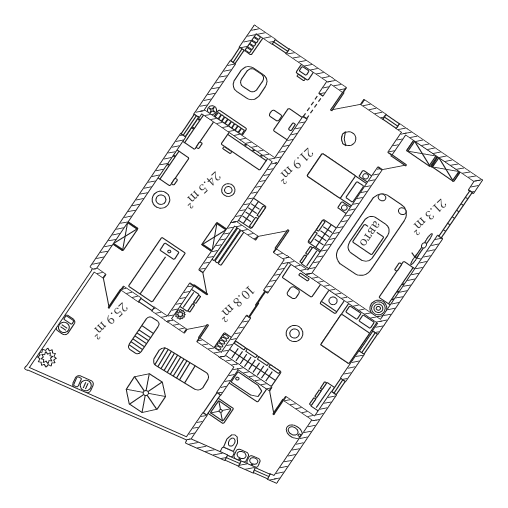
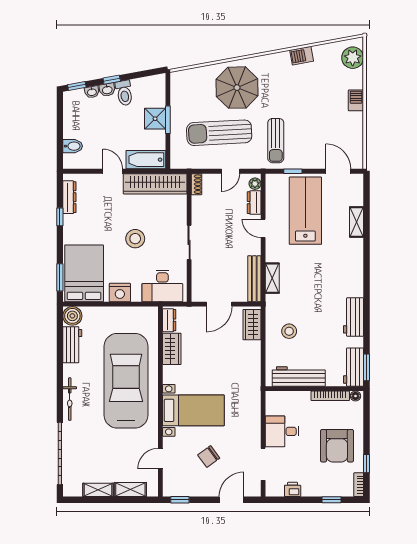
stool: (161, 200) -> (346, 279), removed
workbench: (396, 282) -> (72, 345), width x0.73

